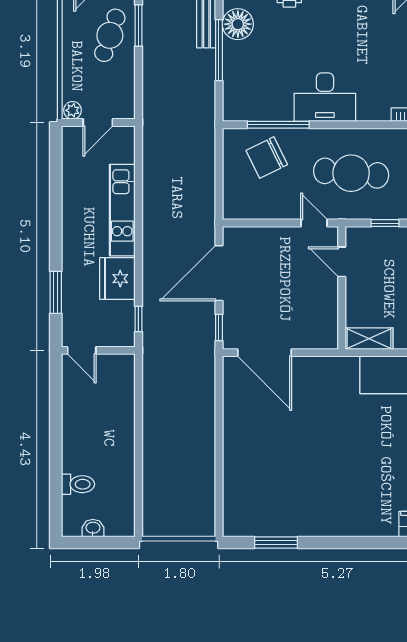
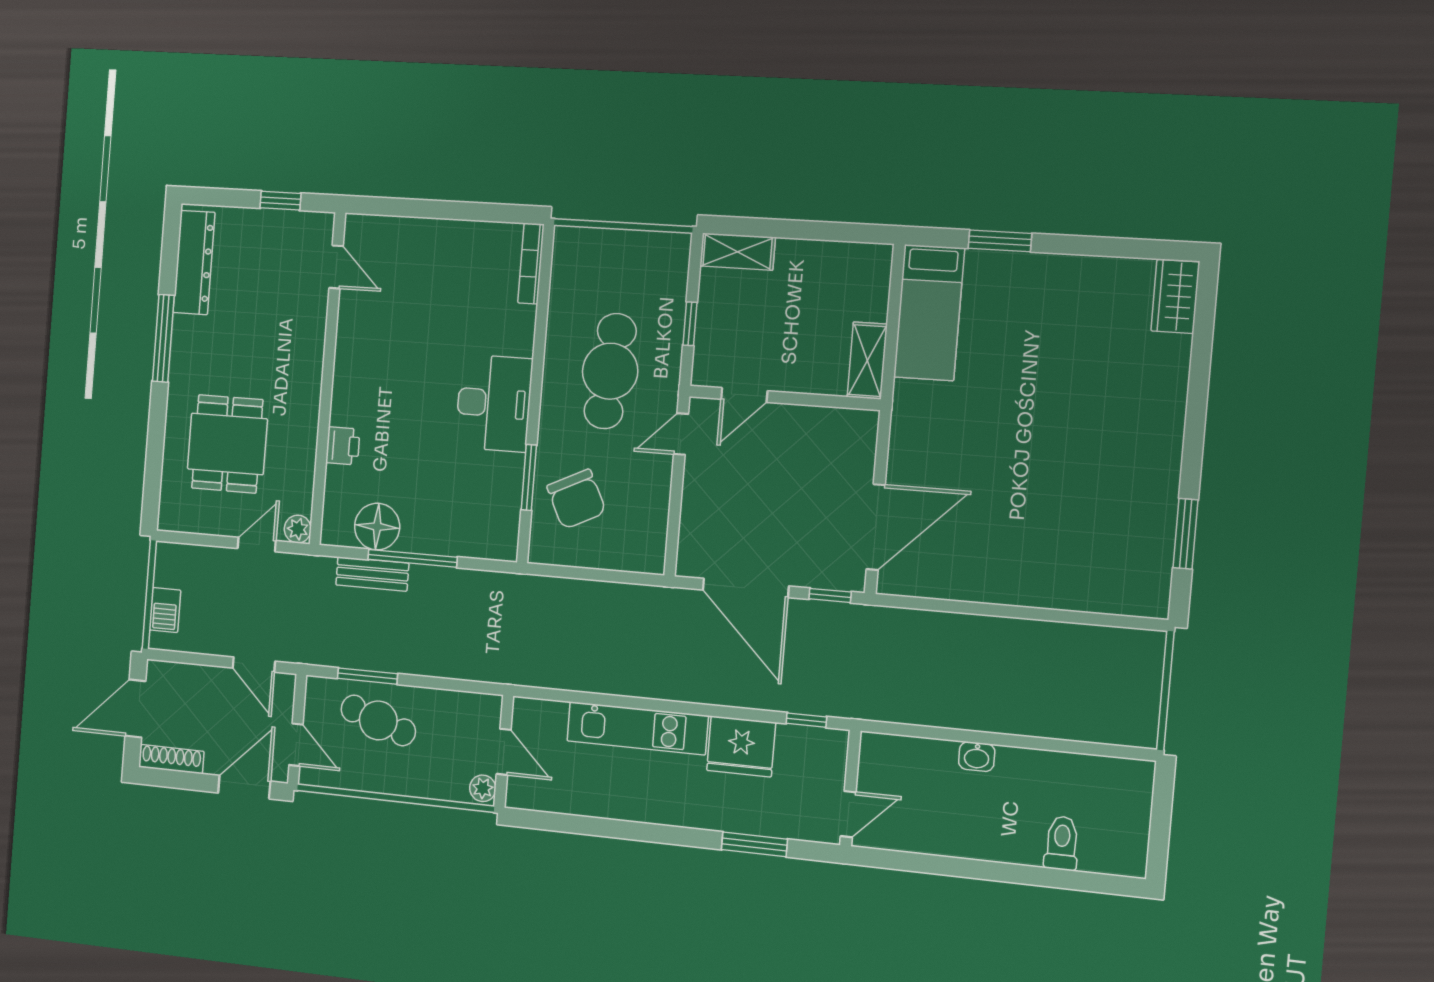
window: (278, 125) -> (529, 478), width x0.69
washbasin: (93, 528) -> (977, 757), moved, turned -90

